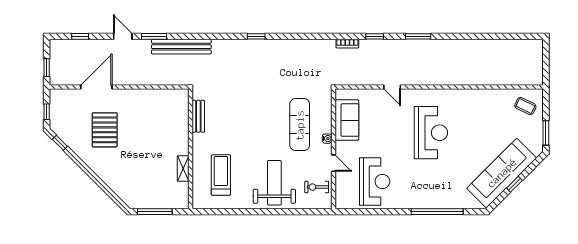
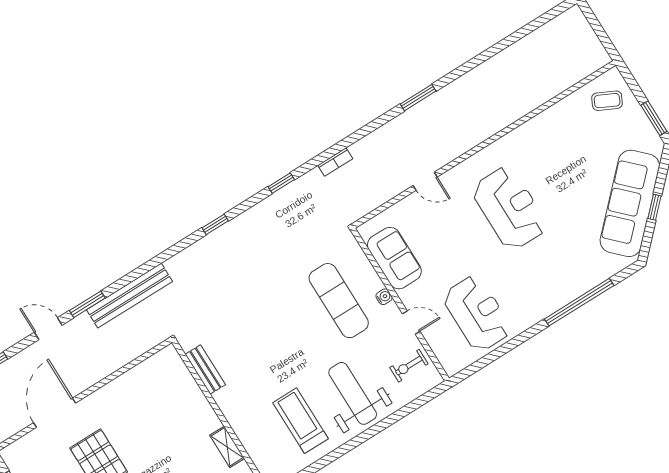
window: (375, 36) -> (281, 183), moved
treadmill: (221, 175) -> (301, 421), moved

